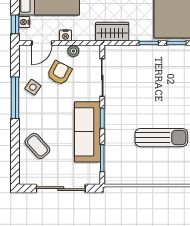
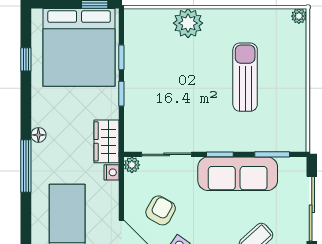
nightstand: (66, 36) -> (112, 172), moved
plant: (73, 51) -> (132, 165), moved
armchair: (59, 73) -> (161, 210), turned 91

